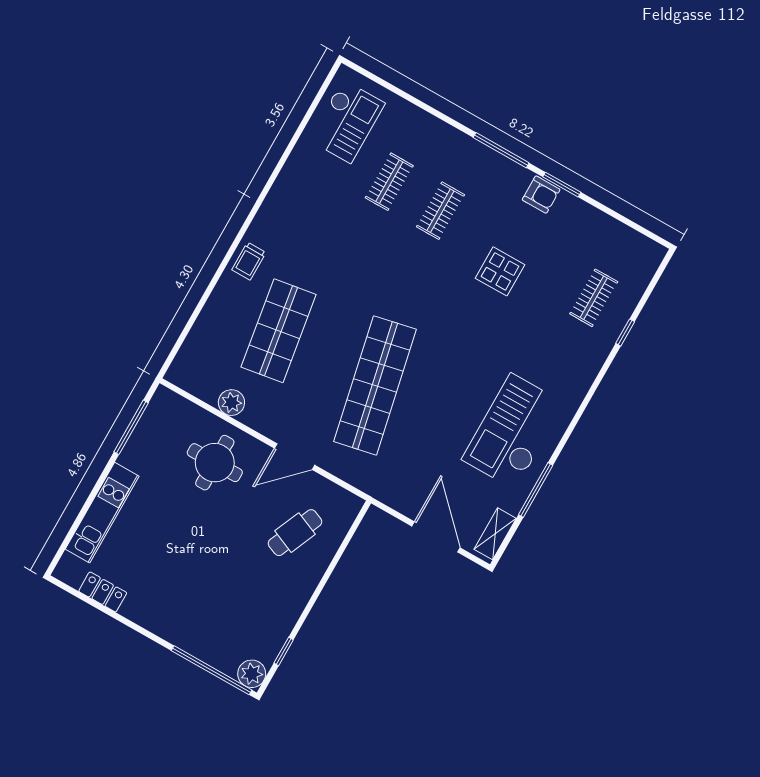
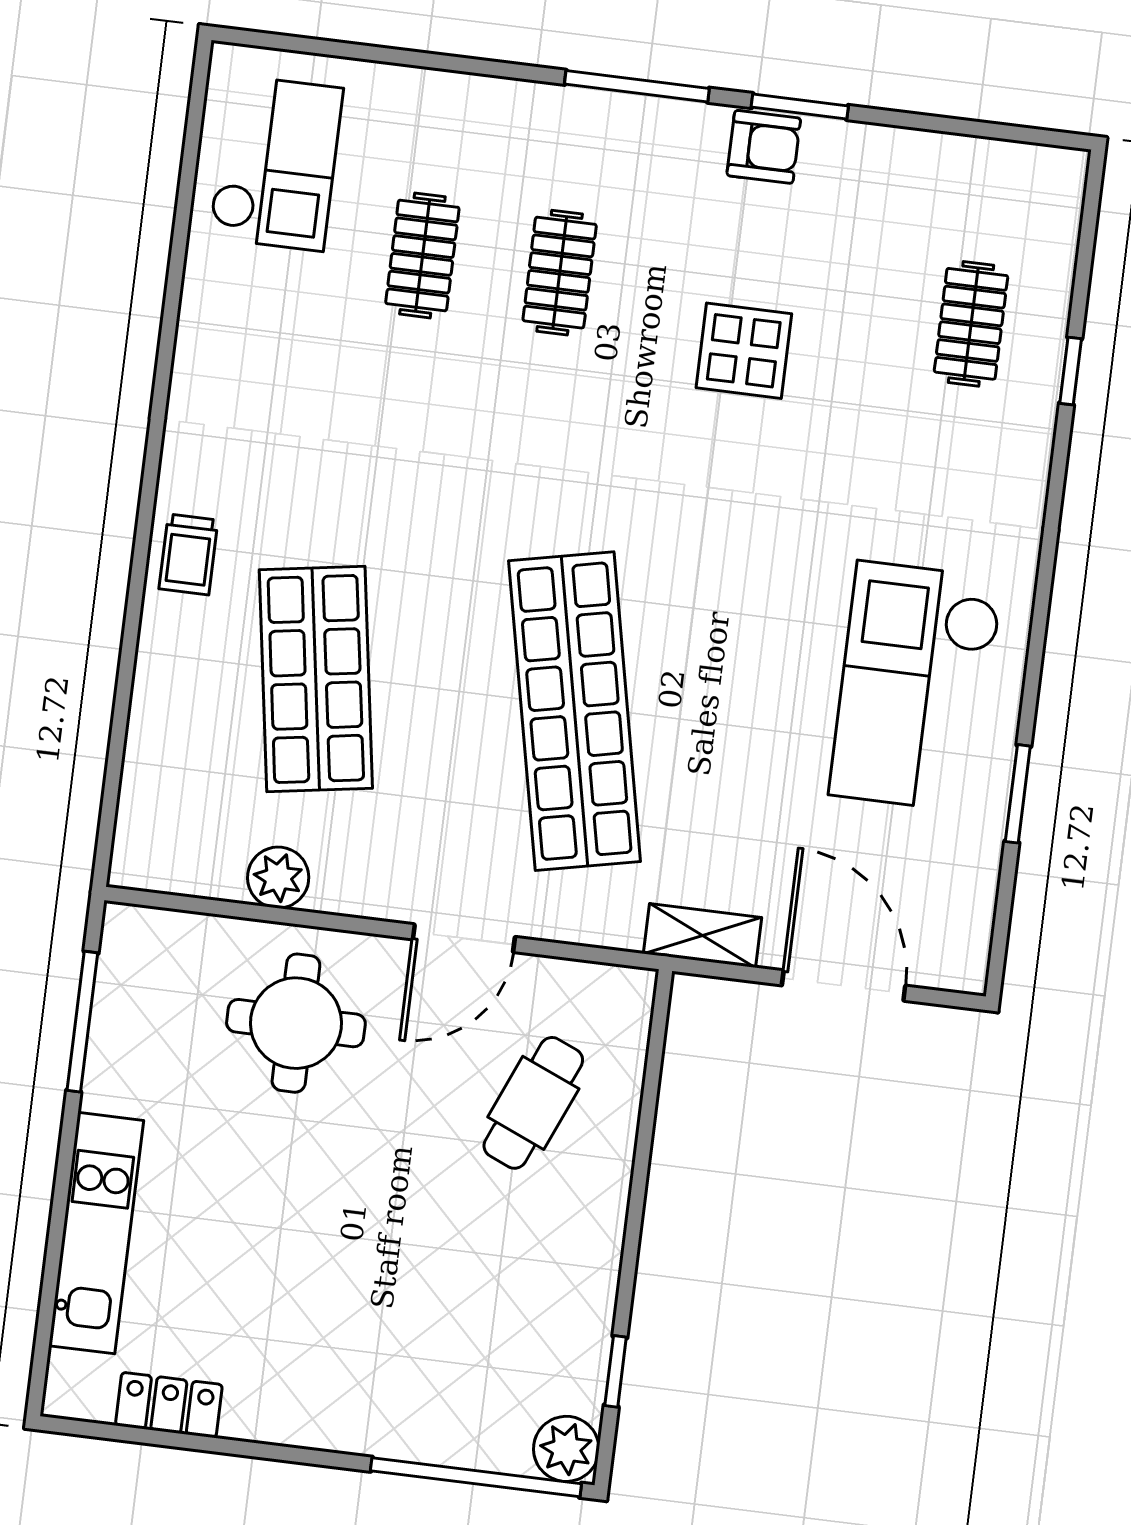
window: (536, 490) -> (1018, 794), width x0.69
shelving: (495, 534) -> (703, 936), moved, turned 90

